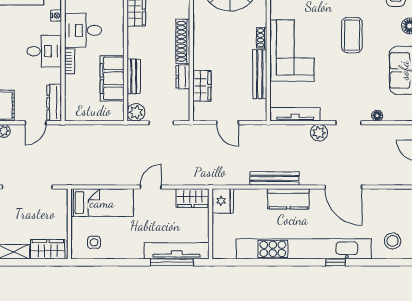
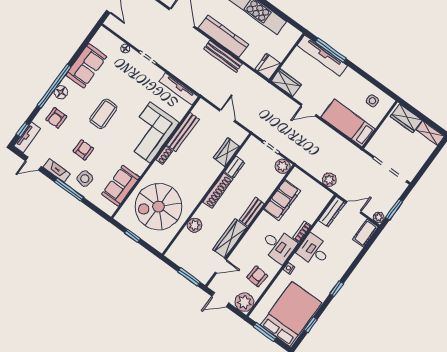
bench: (134, 76) -> (252, 212), moved
plant: (319, 133) -> (329, 180), moved
kitchen counter: (288, 199) -> (224, 36), width x1.50

